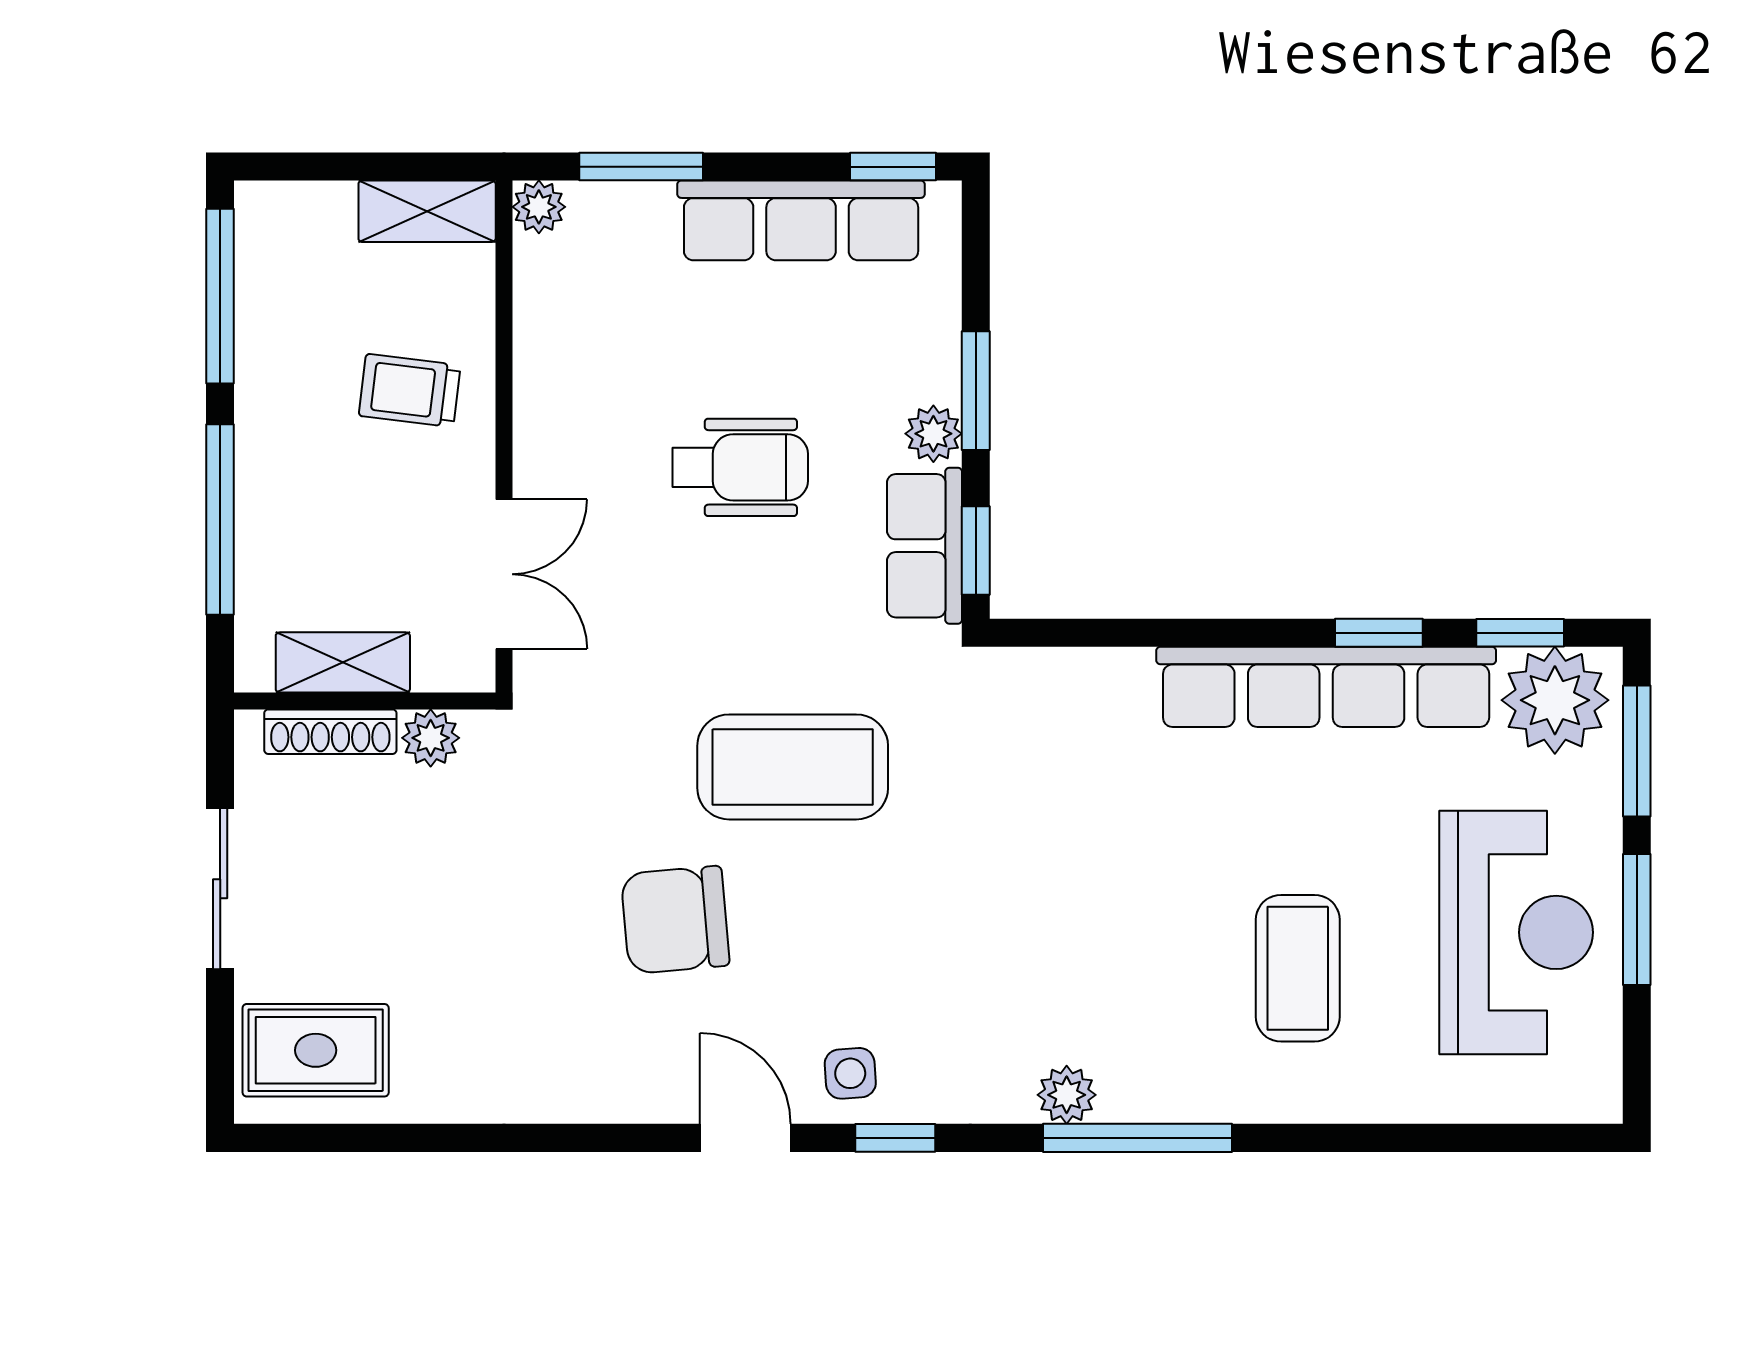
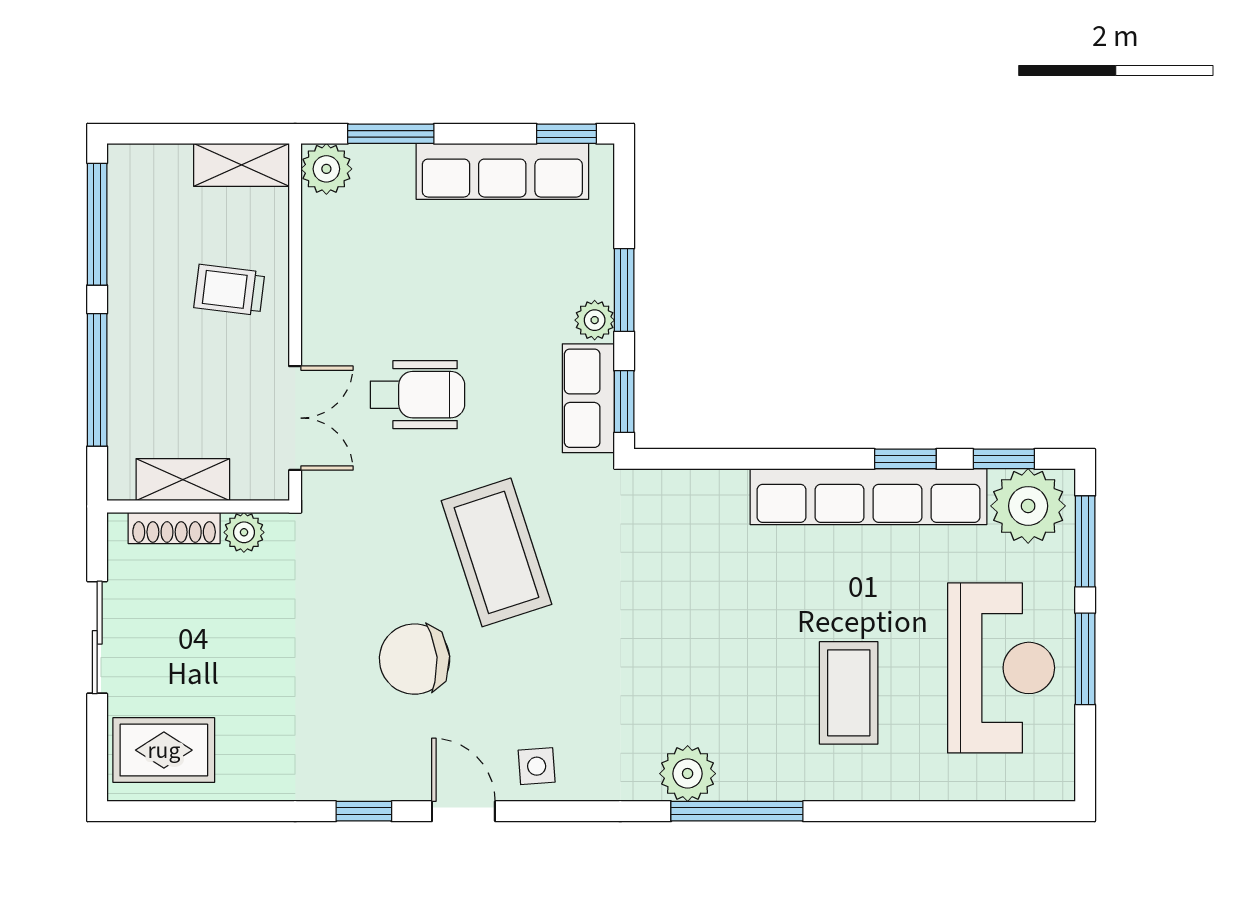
plant: (539, 207) -> (326, 169), width x1.38, depth x1.38
wheelchair: (740, 467) -> (417, 395), moved
coffee table: (793, 767) -> (496, 552), turned 72
plant: (1067, 1095) -> (688, 774), width x1.38, depth x1.38
window: (895, 1138) -> (364, 811), moved

